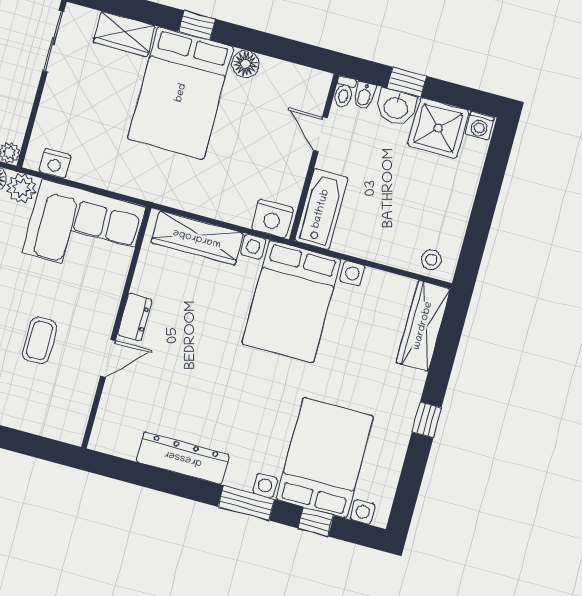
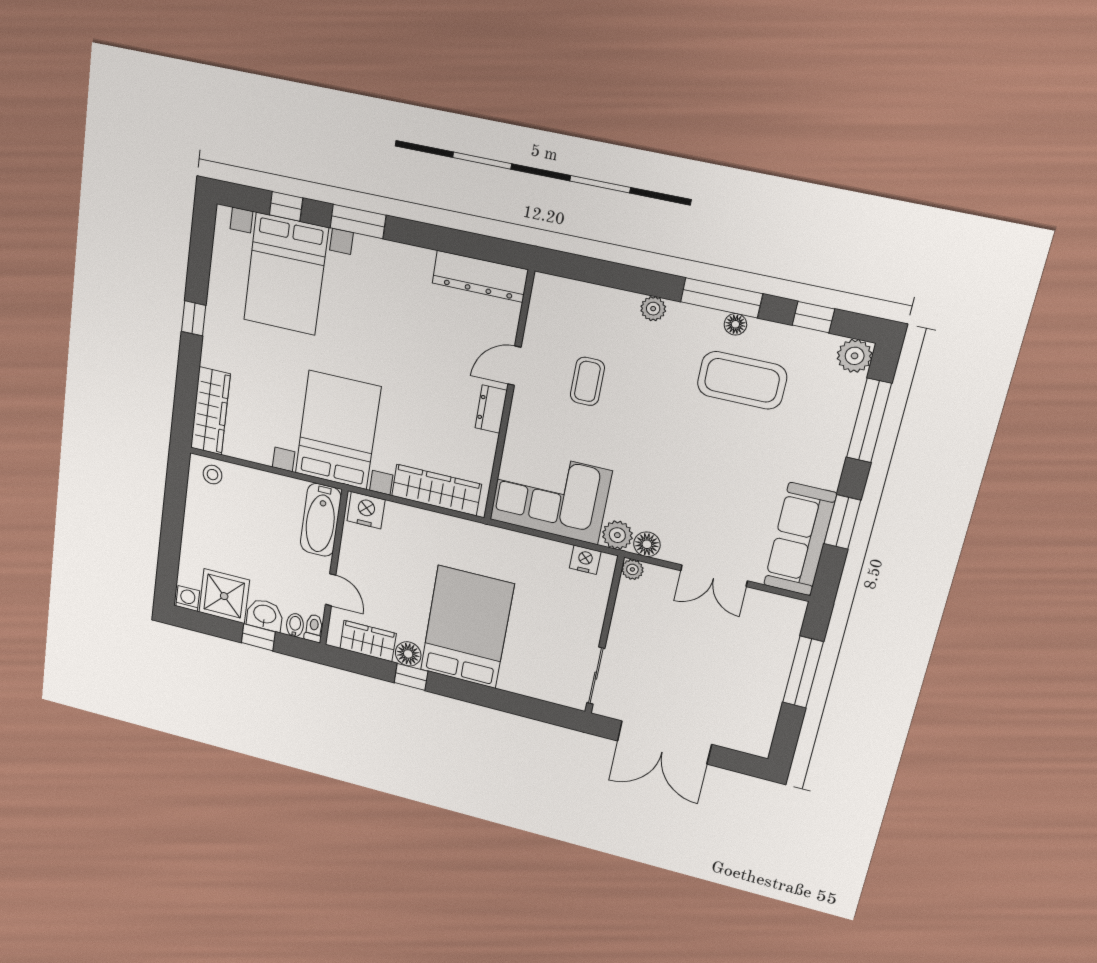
window: (197, 25) -> (411, 677), moved
wardrobe: (124, 34) -> (368, 641), moved
dresser: (183, 458) -> (480, 276), moved

